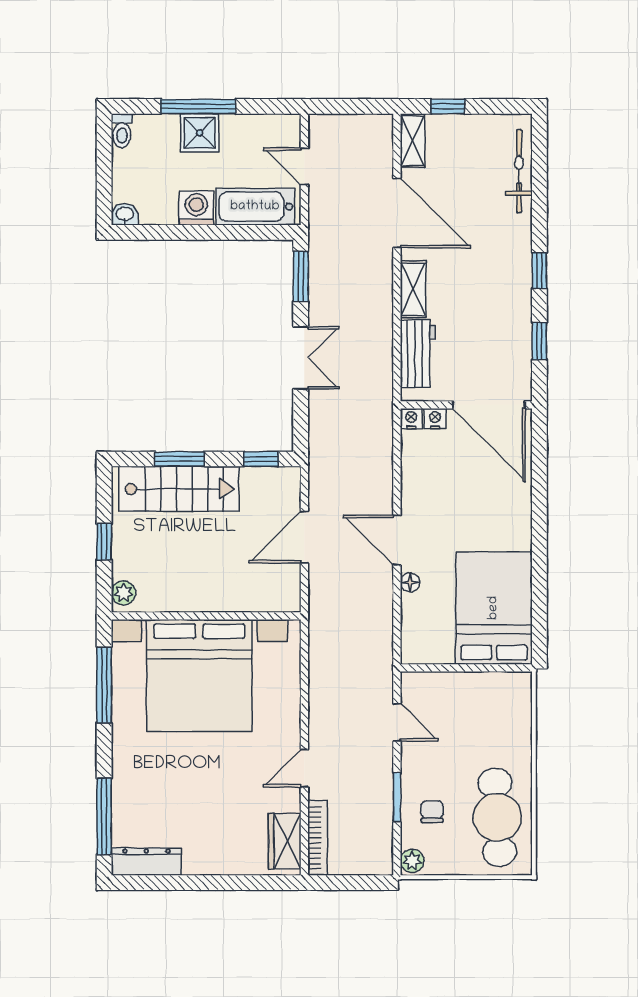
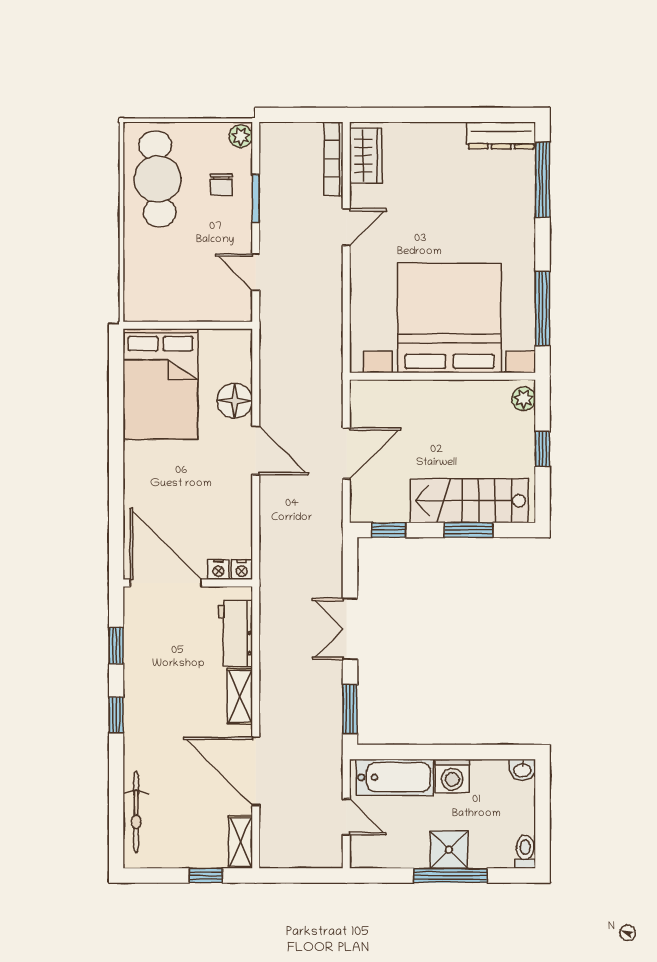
floor lamp: (410, 582) -> (235, 401), width x1.89, depth x1.89

